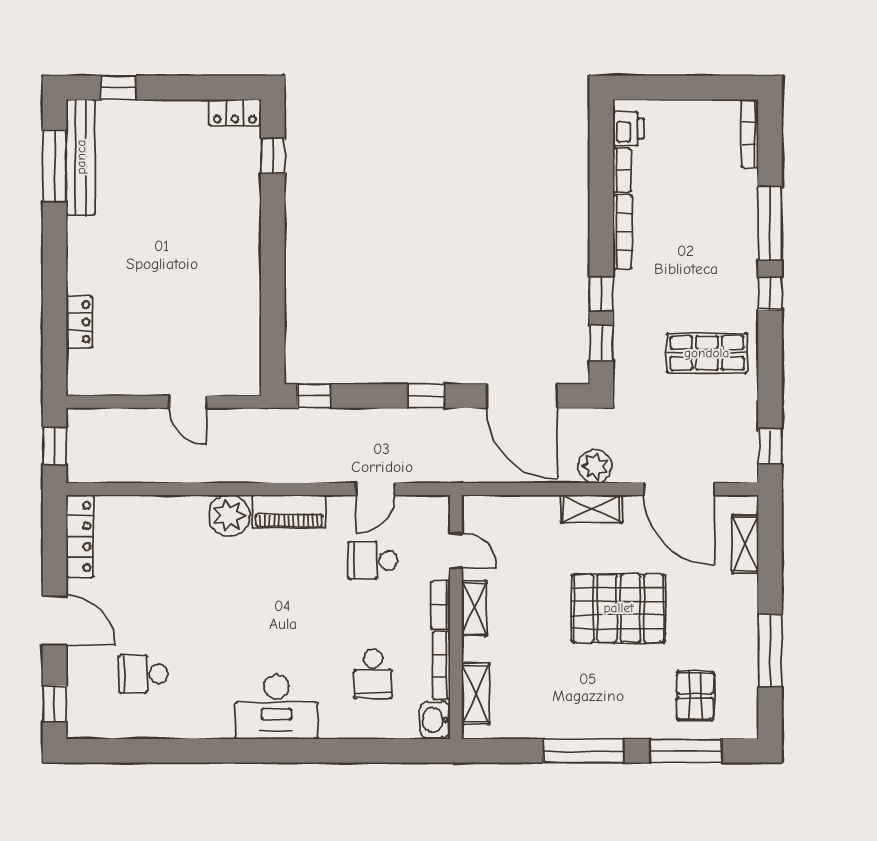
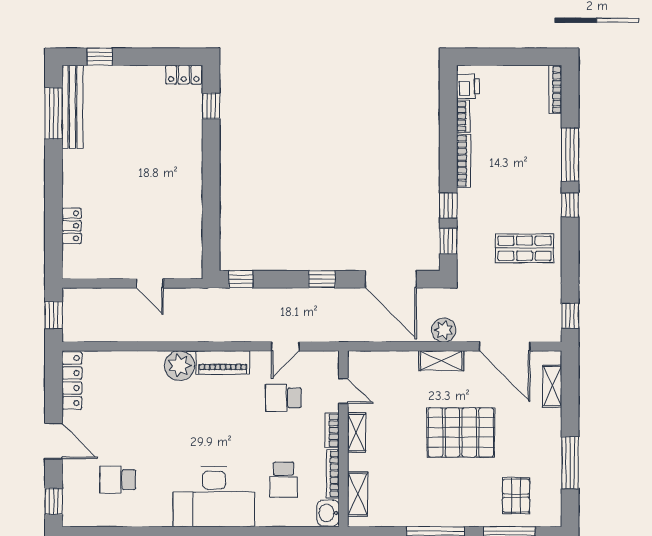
desk: (277, 707) -> (214, 497), width x1.36, depth x1.30

